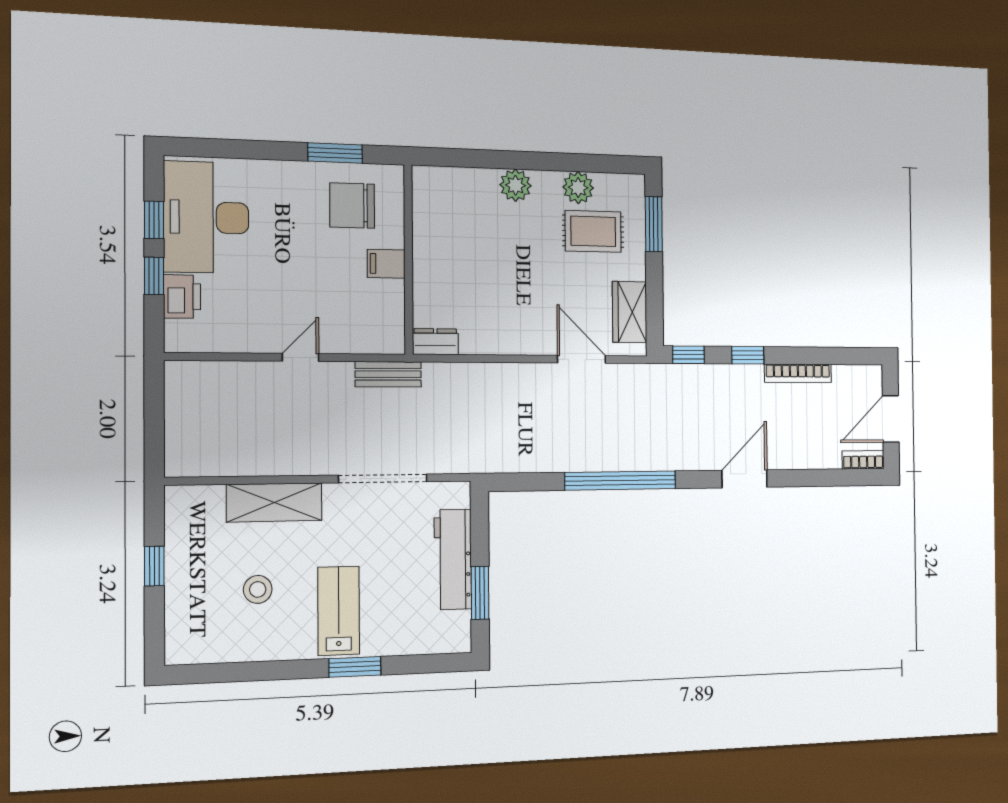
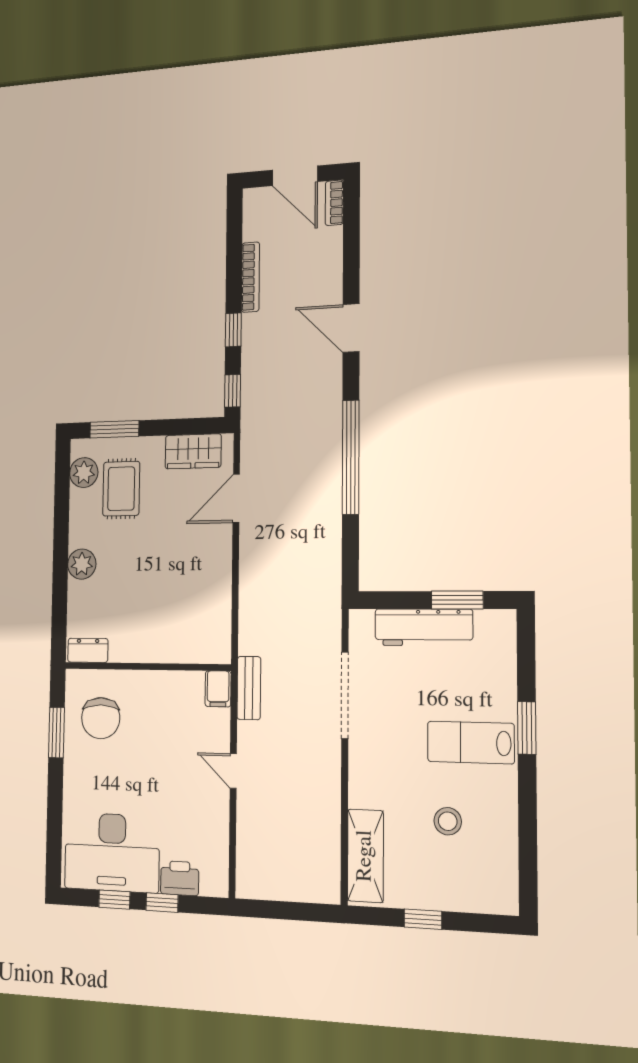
plant: (578, 188) -> (84, 473), moved
filing cabinet: (386, 264) -> (218, 689), moved
dresser: (435, 342) -> (88, 650), moved, turned 90
shelving: (274, 502) -> (365, 856), moved

